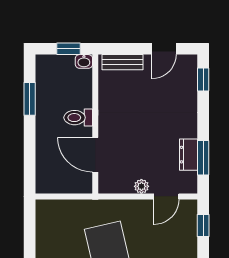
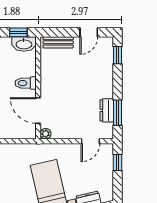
washbasin: (84, 61) -> (24, 44), width x1.91, depth x1.45
plant: (141, 186) -> (46, 134), moved

